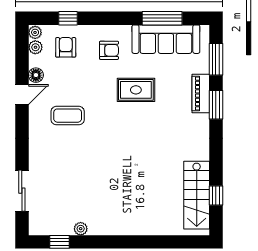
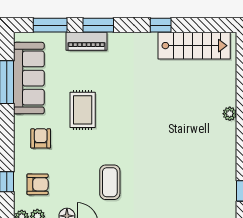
armchair: (66, 47) -> (38, 184), turned 180
window: (216, 195) -> (161, 25), moved
plant: (81, 229) -> (230, 114), moved

